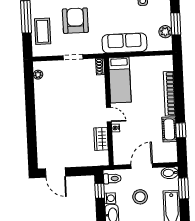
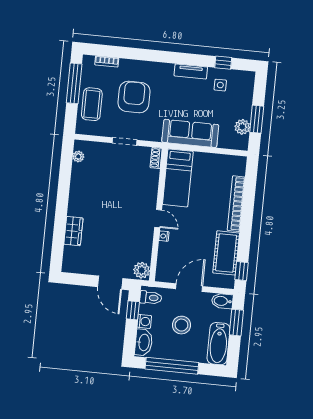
cot: (169, 129) -> (226, 253), width x1.37, depth x1.34
window: (181, 130) -> (241, 271), moved
wardrobe: (101, 139) -> (73, 231), moved, turned 180
plant: (102, 158) -> (142, 270), added
door: (56, 172) -> (110, 283), moved

